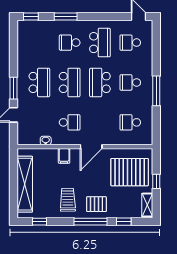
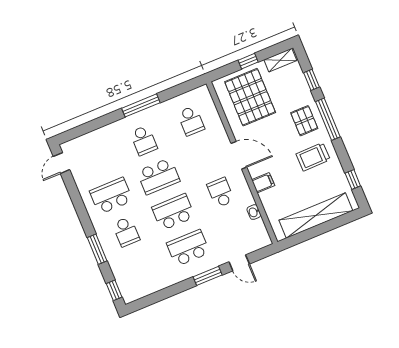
school desk: (130, 43) -> (96, 160), removed

